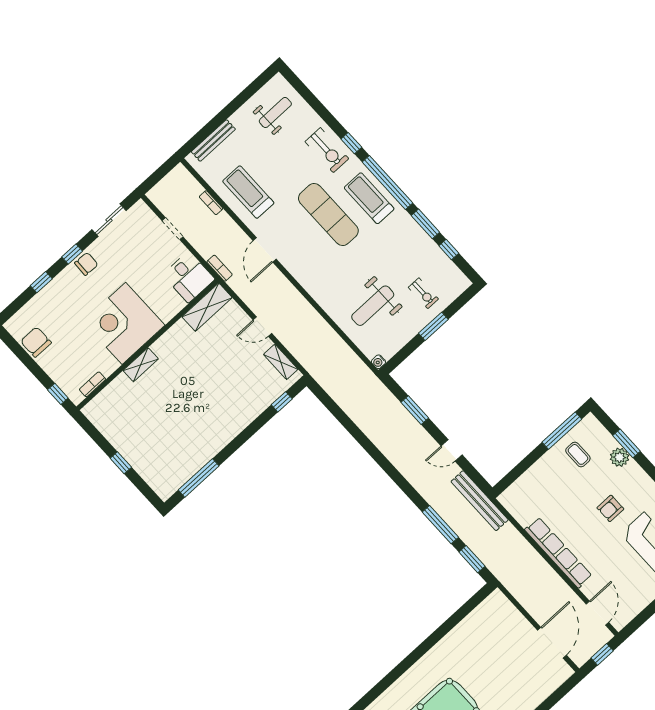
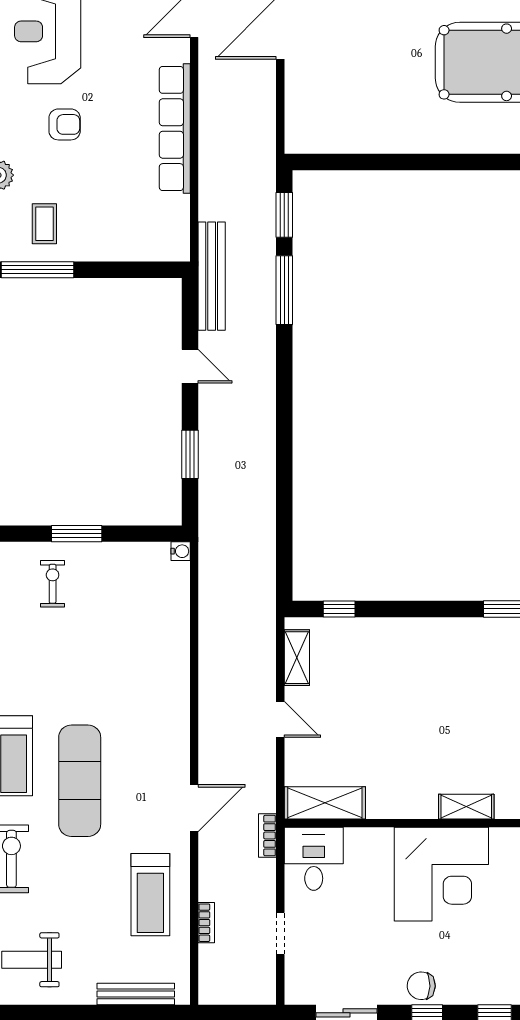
weight bench: (373, 306) -> (126, 624), removed

